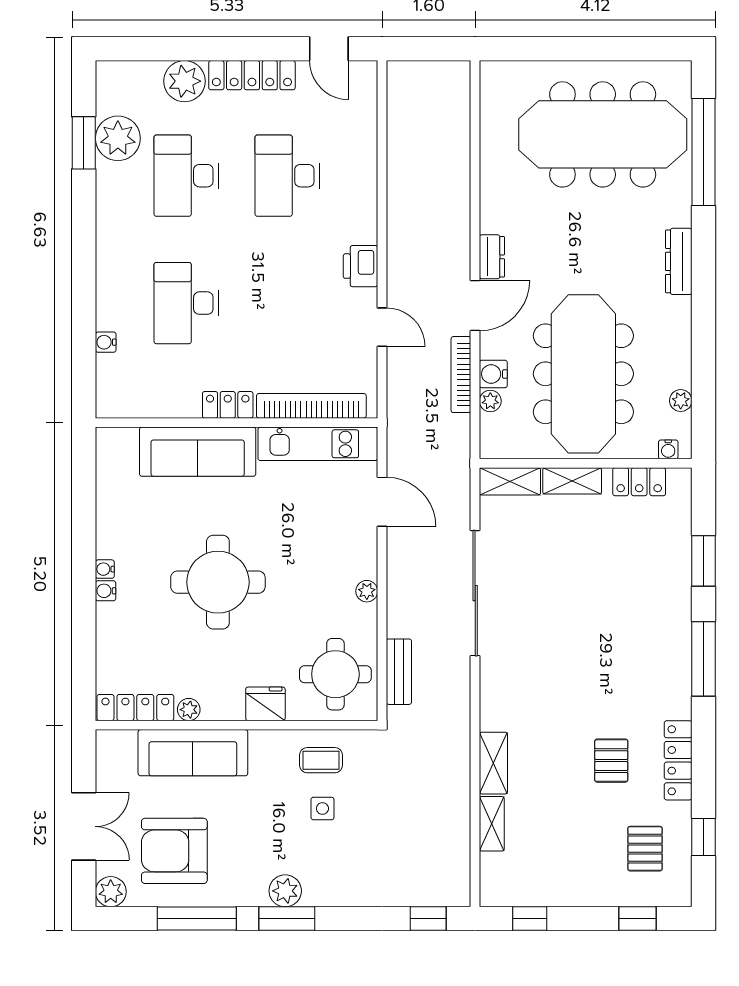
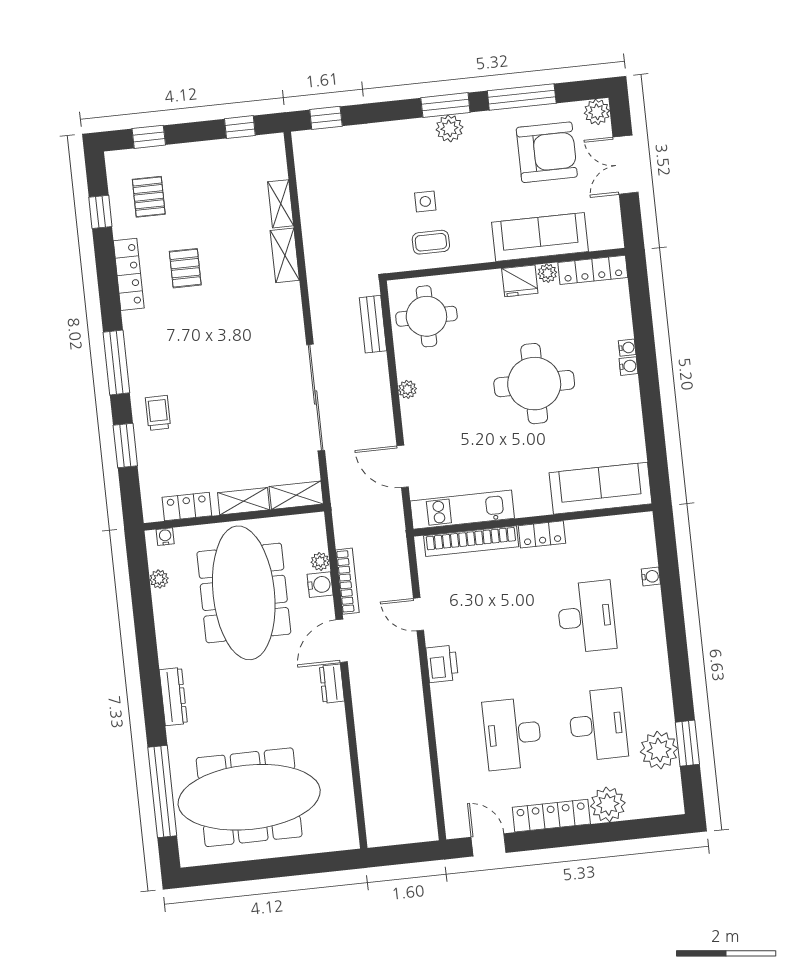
desk: (287, 176) -> (512, 734), turned 180
sofa: (198, 452) -> (600, 488), moved
water cooler: (105, 569) -> (627, 348), moved
trolley: (661, 595) -> (158, 413), added
fridge: (265, 704) -> (520, 281), moved

